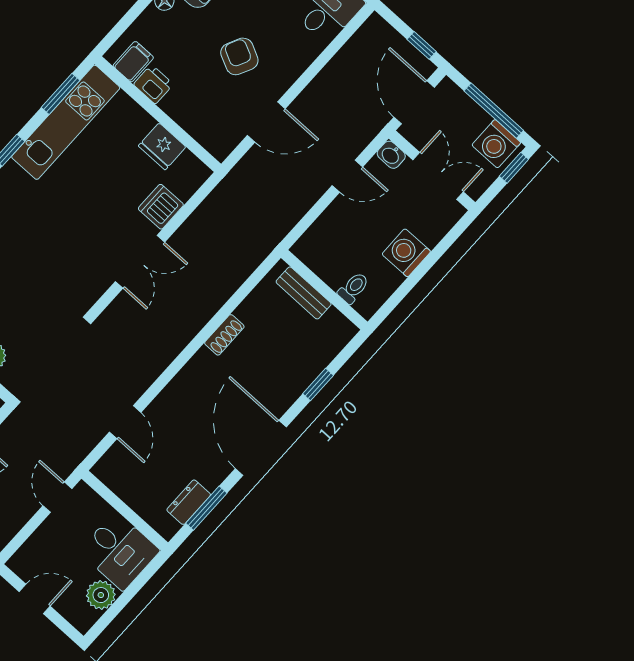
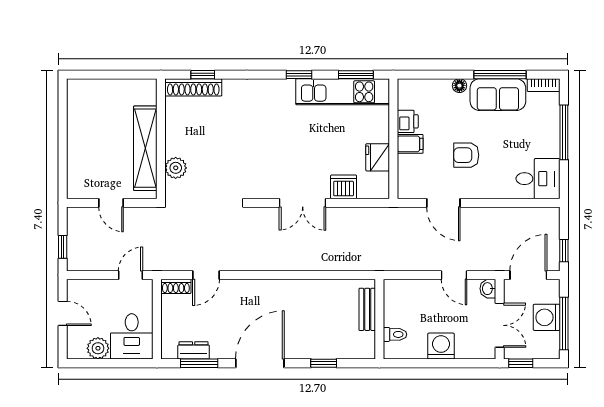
armchair: (239, 56) -> (466, 155), turned -116
filing cabinet: (133, 62) -> (410, 144), moved
washing machine: (496, 144) -> (547, 317), moved
window: (514, 168) -> (521, 363), moved
shoe rack: (224, 335) -> (176, 286), moved

